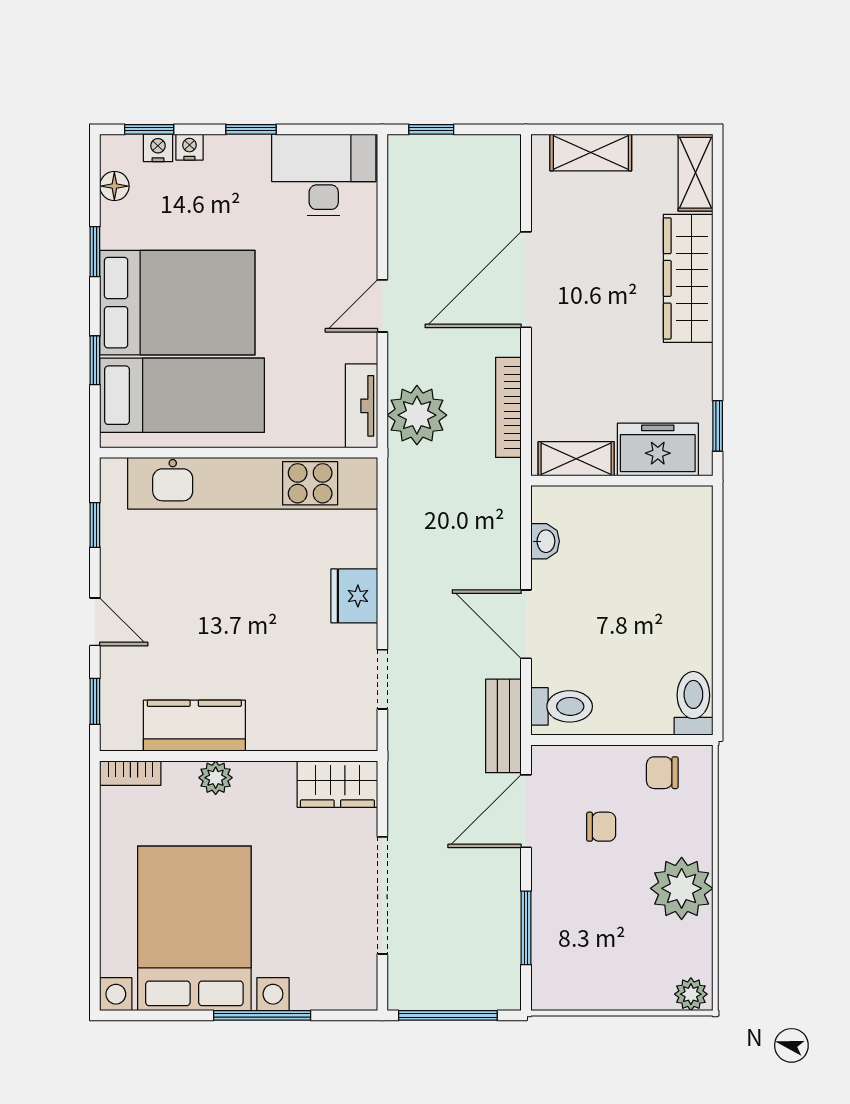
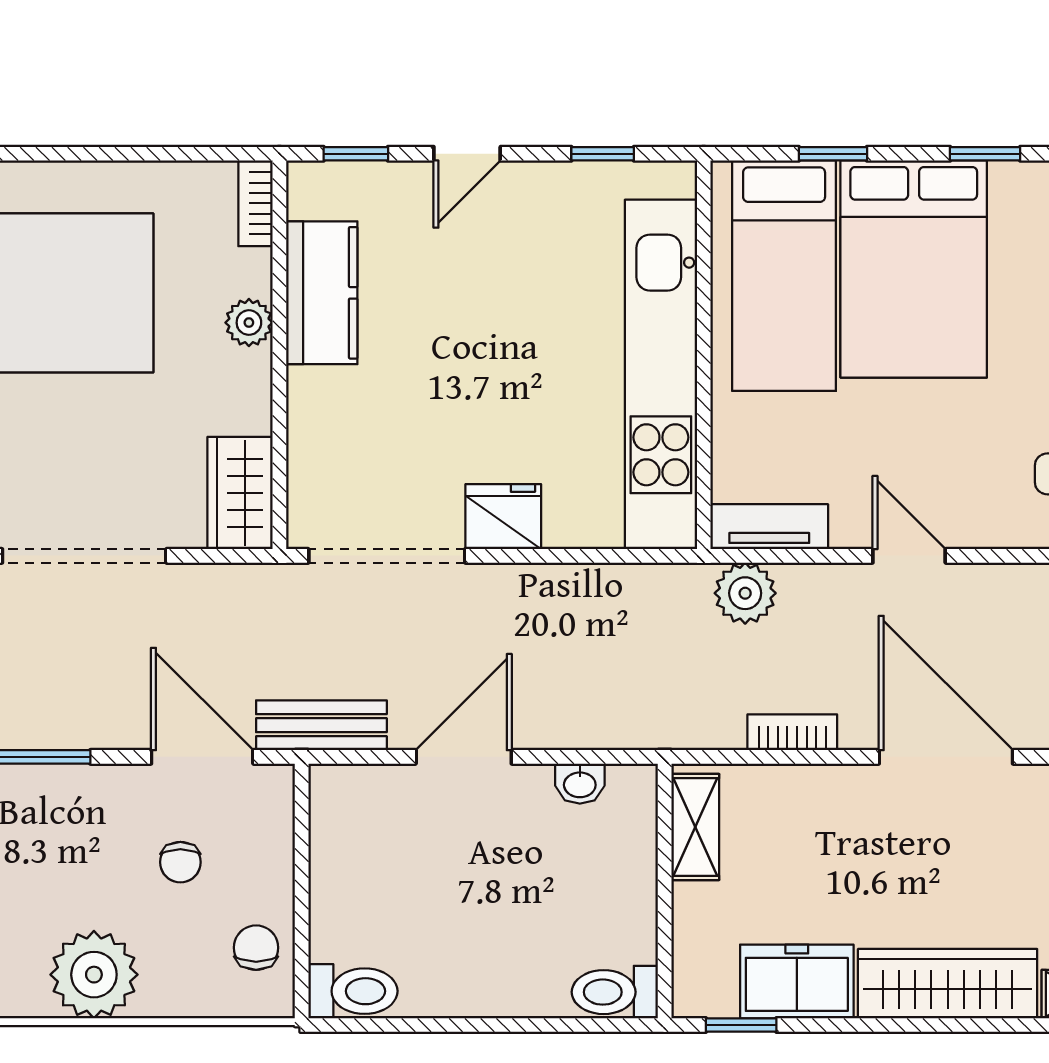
bookcase: (508, 407) -> (792, 732), width x0.64
plant: (417, 415) -> (745, 593), width x0.73, depth x0.73
freezer: (658, 449) -> (797, 981), moved, turned -90
doorway: (382, 679) -> (387, 556), width x1.87
toilet: (562, 706) -> (615, 992), moved, turned 90

